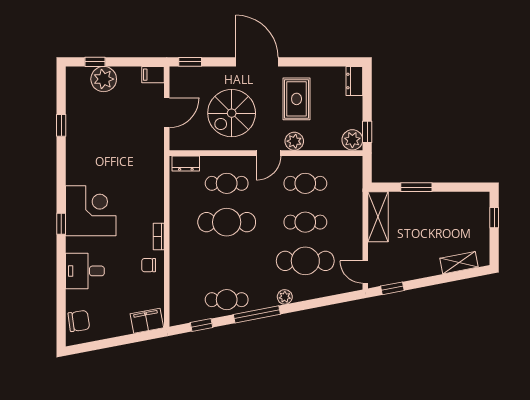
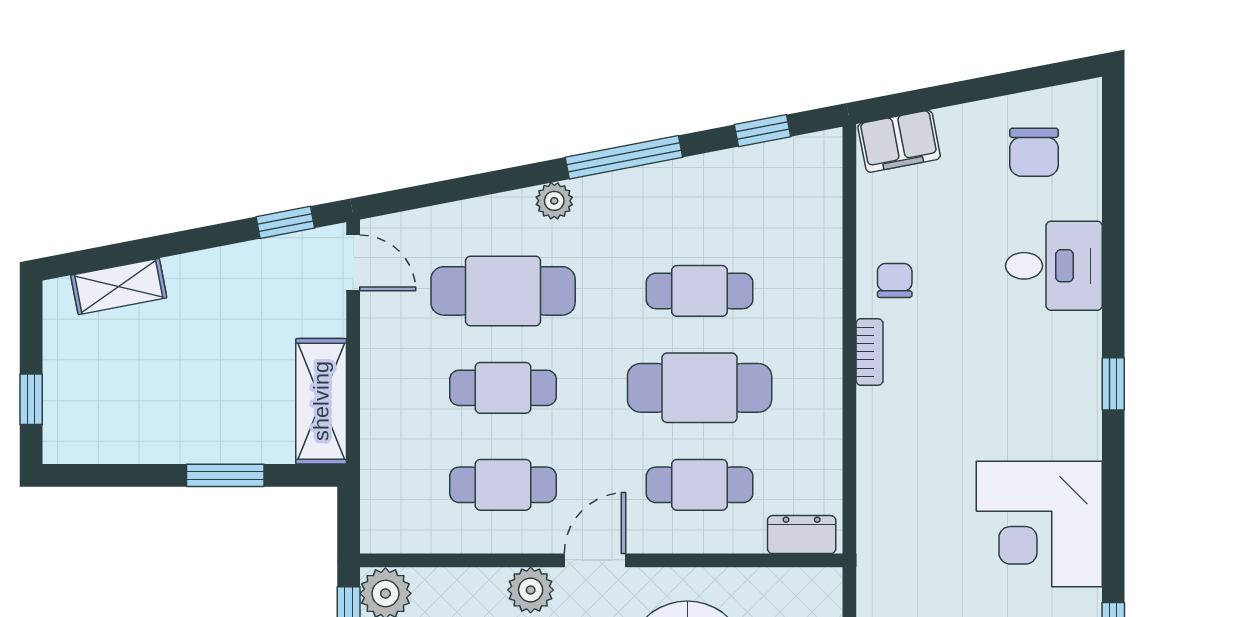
corner desk: (91, 211) -> (1039, 524), moved
chair: (149, 265) -> (895, 280), turned -90
cafe table: (227, 300) -> (700, 291), moved
chair: (79, 321) -> (1034, 152), moved, turned -82

